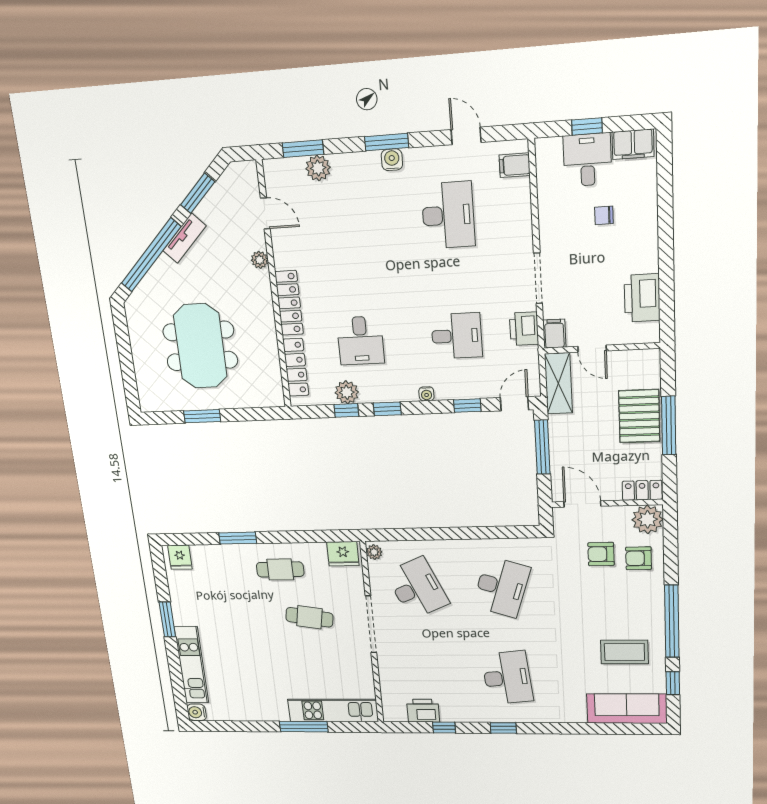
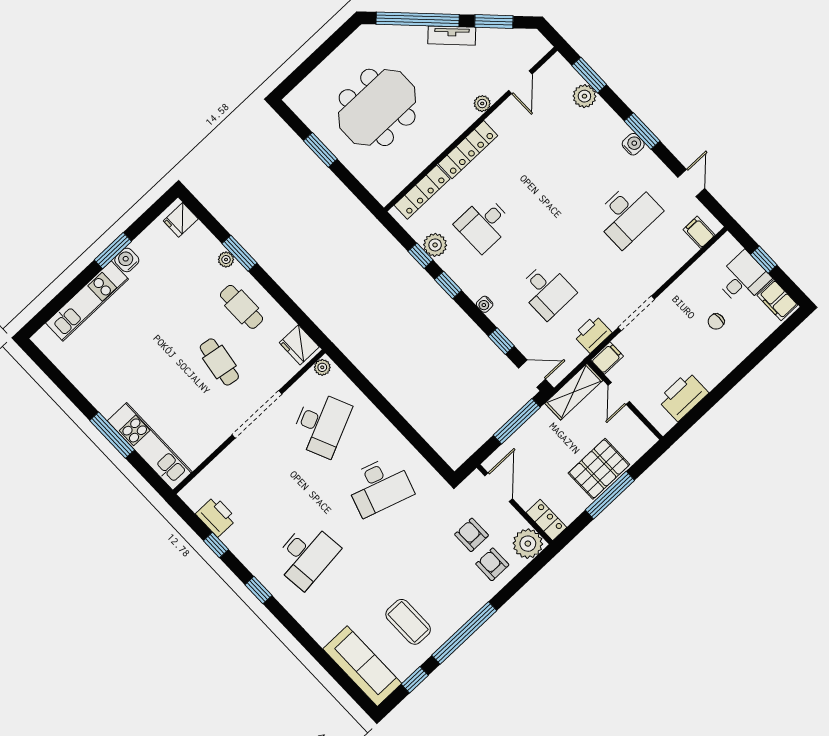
chair: (604, 215) -> (716, 321), turned -90
plant: (235, 551) -> (226, 260), added
water cooler: (197, 712) -> (127, 260), moved

